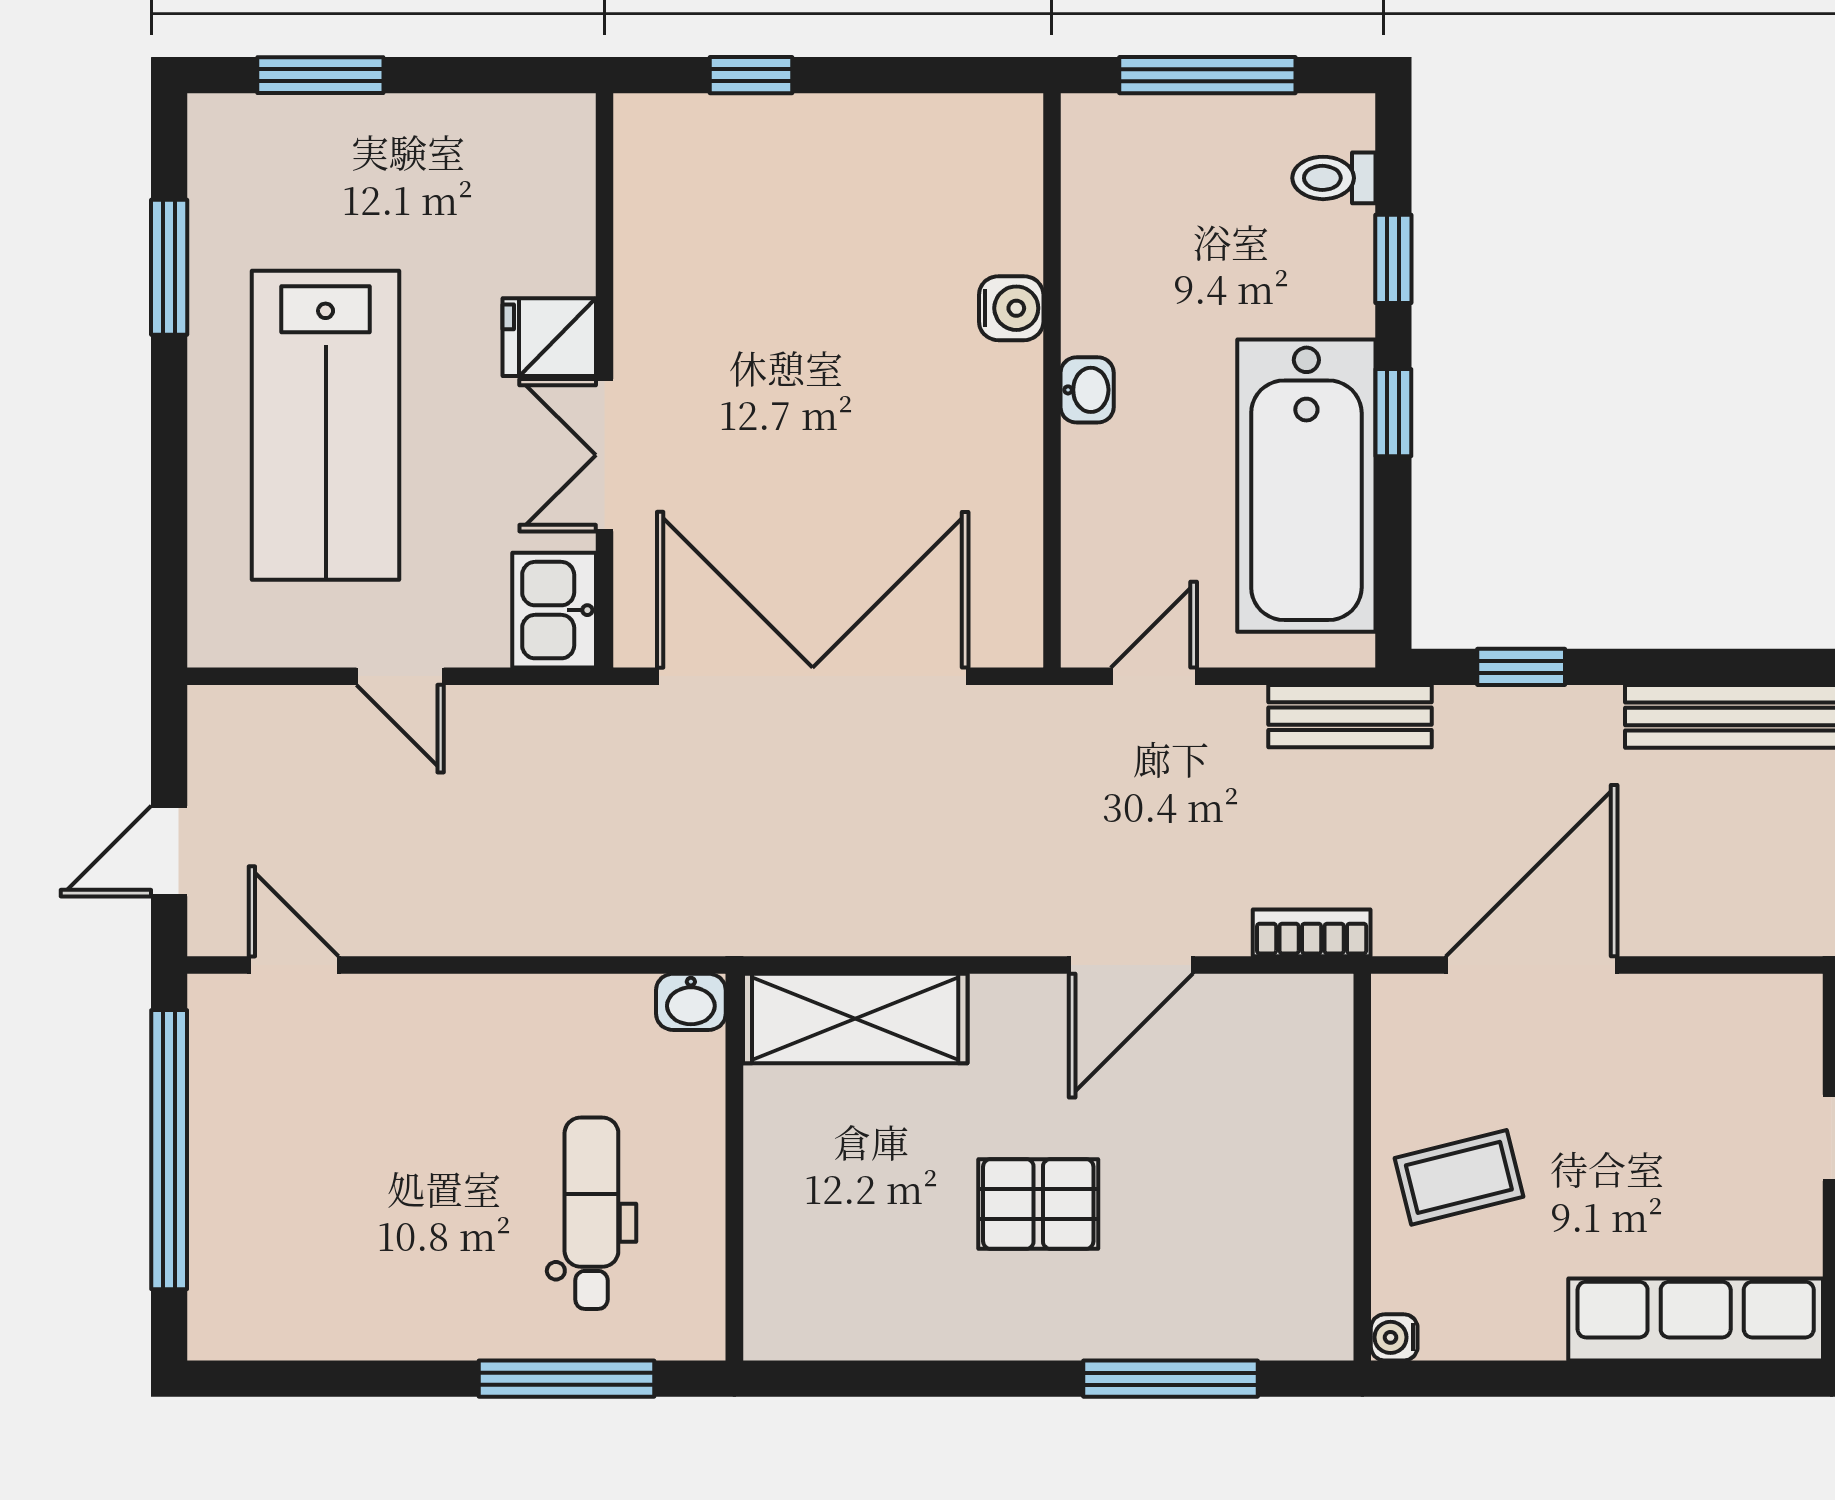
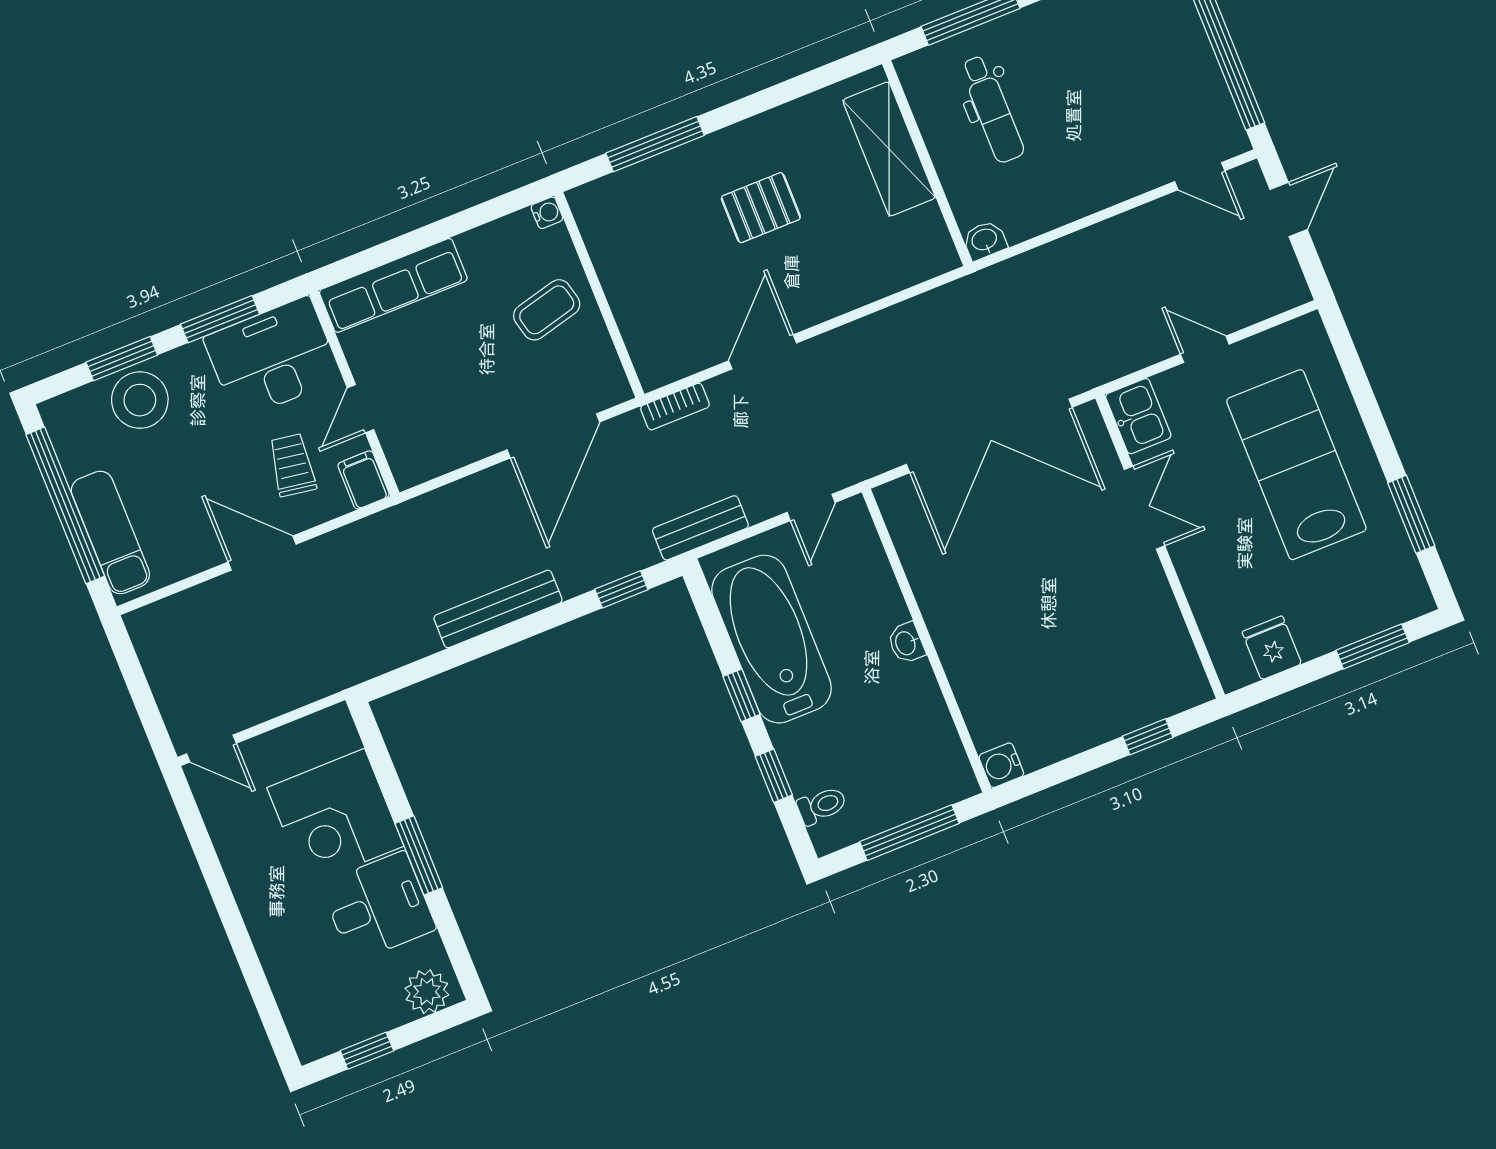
water cooler: (1011, 308) -> (1001, 765), moved
fridge: (549, 337) -> (1272, 648), moved, turned -90
shelving: (855, 1019) -> (889, 149), moved, turned 90

